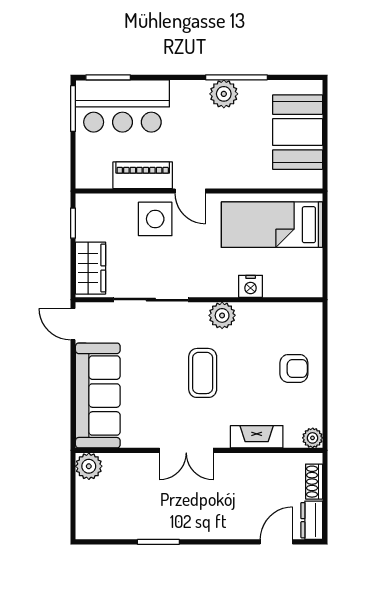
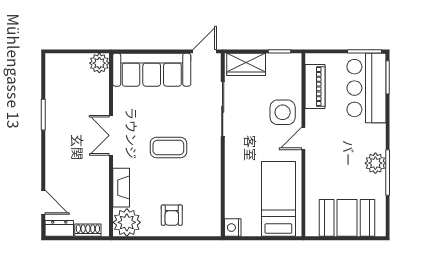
piano: (143, 175) -> (315, 87), moved
nightstand: (251, 286) -> (233, 228), moved
plant: (222, 315) -> (211, 162), removed
plant: (313, 438) -> (127, 222), width x1.87, depth x1.87

